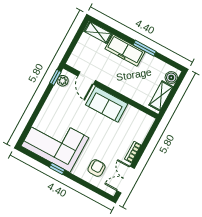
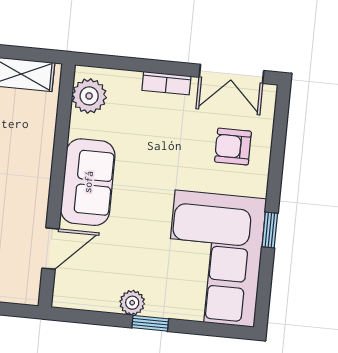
window: (55, 77) -> (150, 323), moved
plant: (63, 81) -> (132, 303), moved
plant: (141, 119) -> (89, 96), added

